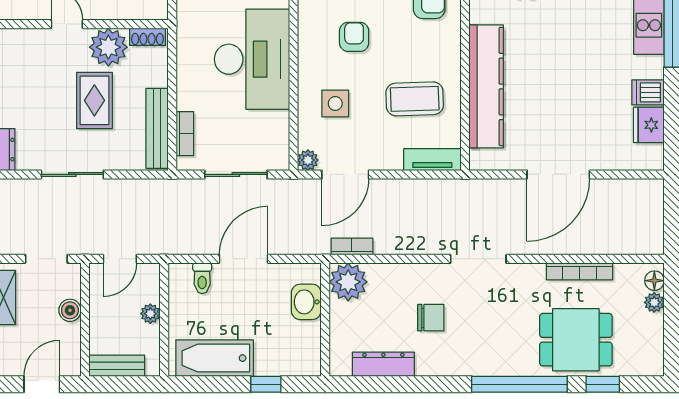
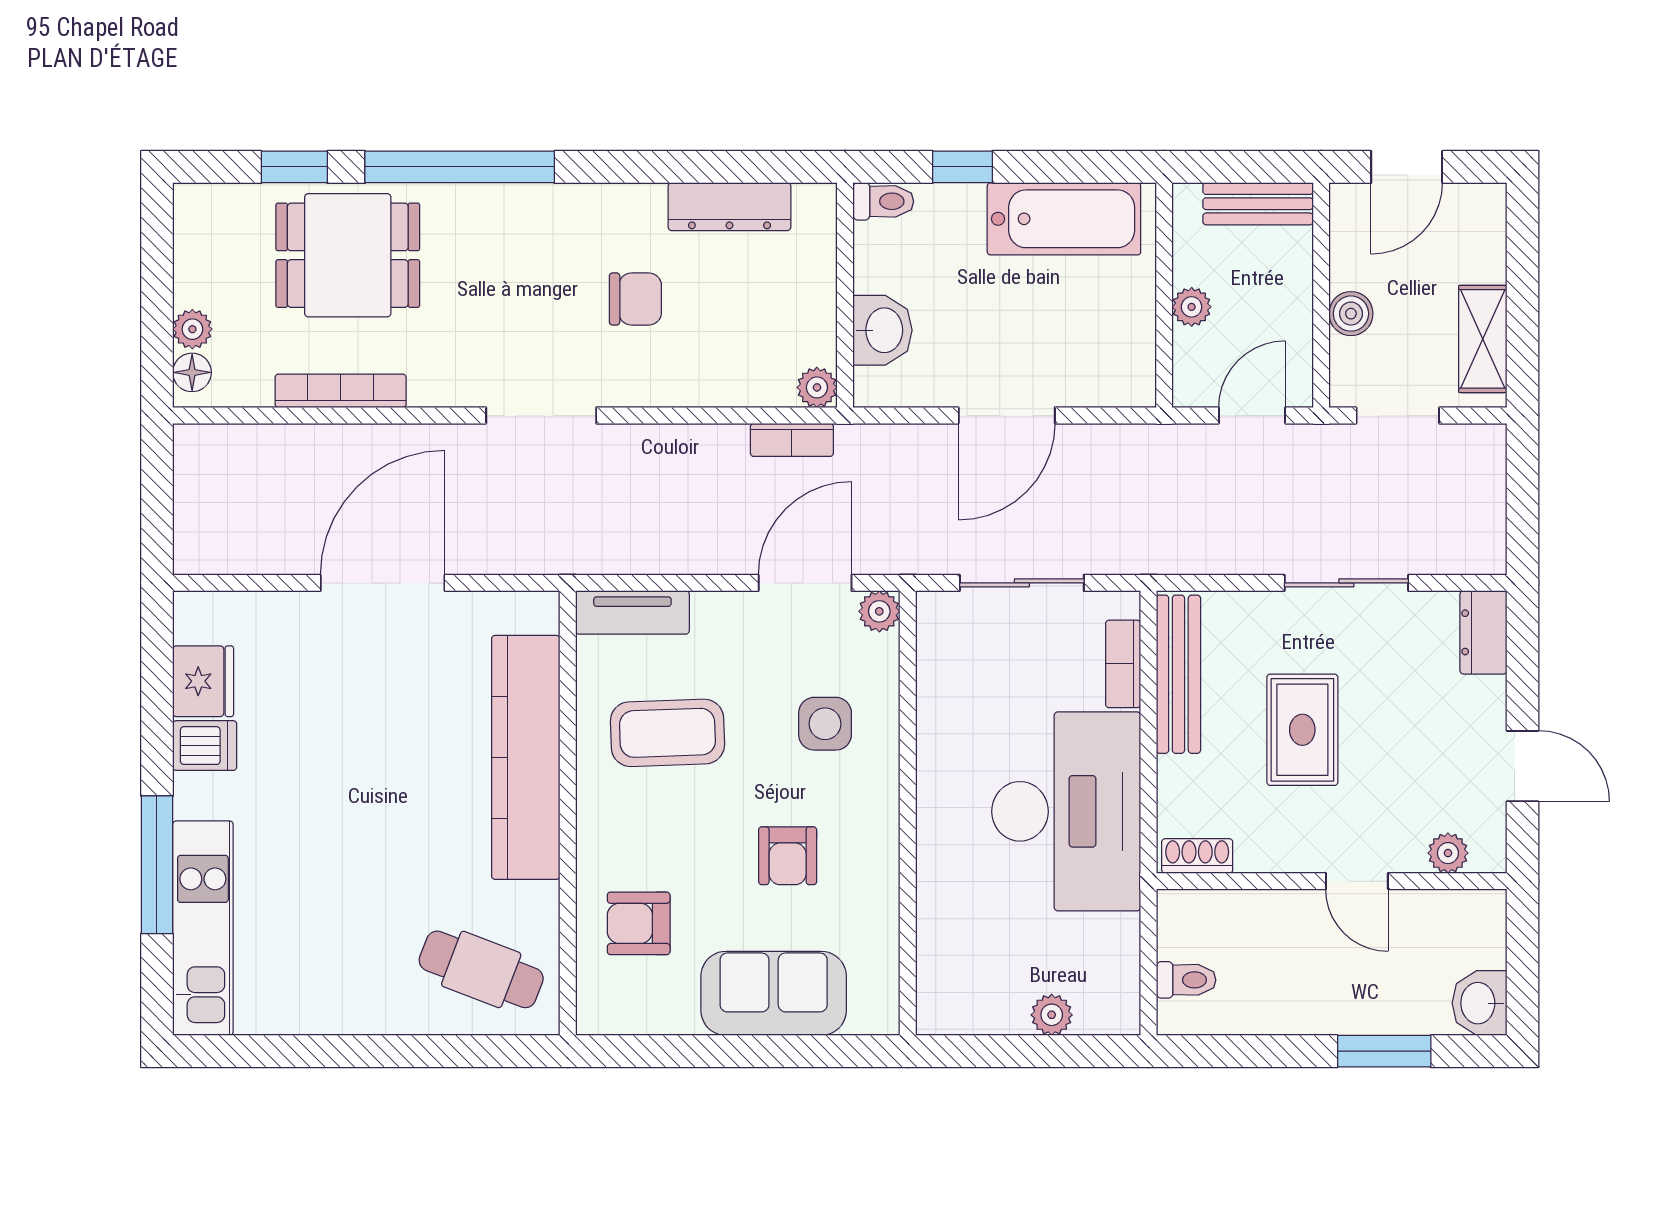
plant: (108, 47) -> (1448, 853), moved, width x0.53, depth x0.53
desk: (252, 59) -> (1066, 811), moved, turned 180
toilet: (202, 278) -> (883, 201), moved, turned 90
plant: (348, 282) -> (817, 387), width x0.53, depth x0.53
chair: (431, 318) -> (635, 299), turned 180

